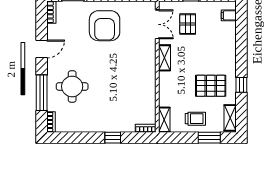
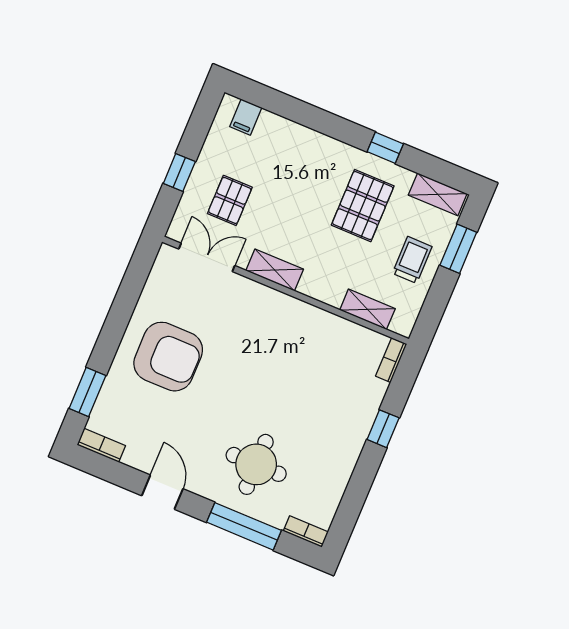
pallet: (188, 24) -> (230, 200), turned 90
shelving: (164, 120) -> (367, 309), moved

